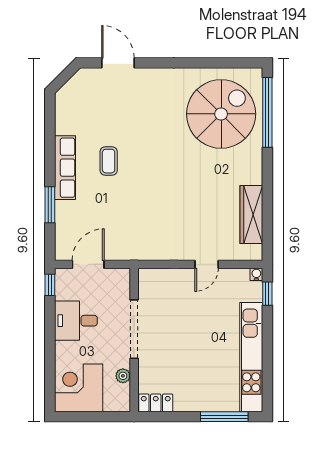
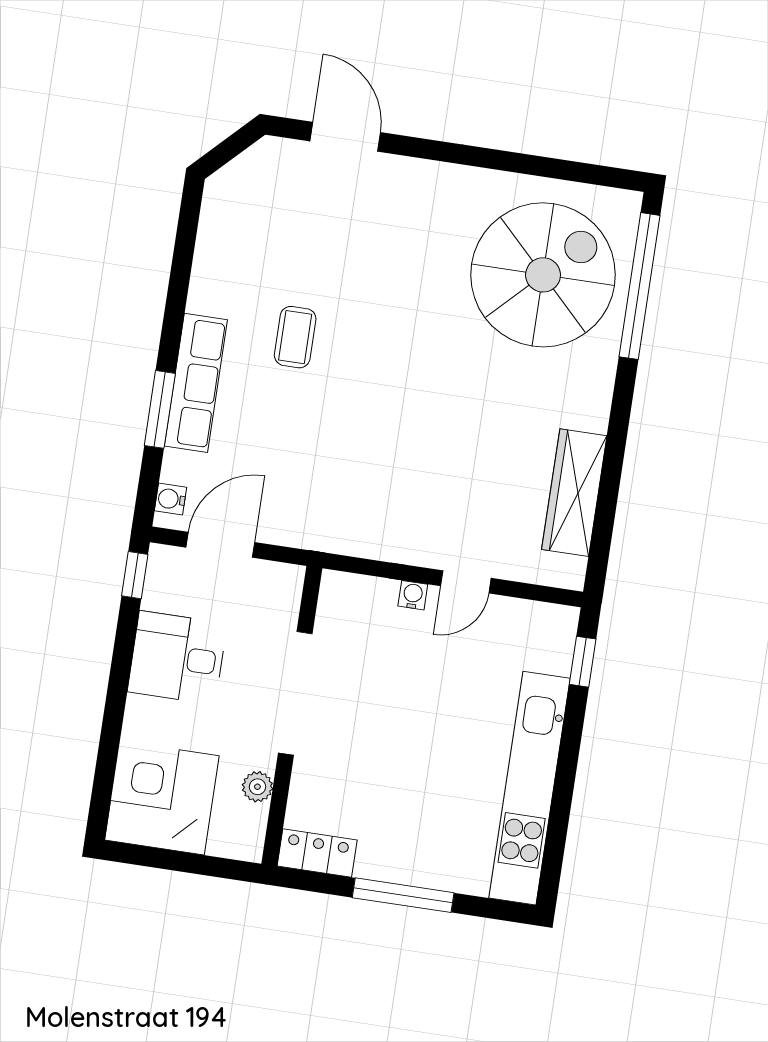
row of seats: (65, 168) -> (196, 383), moved
water cooler: (61, 246) -> (171, 499), added
water cooler: (256, 274) -> (413, 595), moved
window: (224, 417) -> (403, 895), moved

